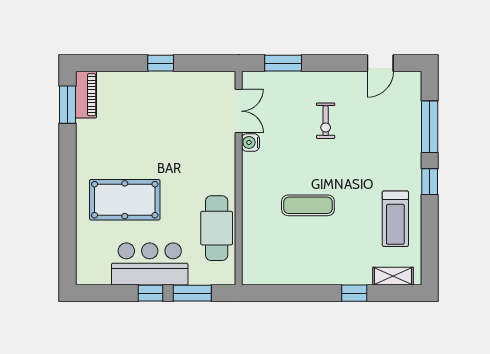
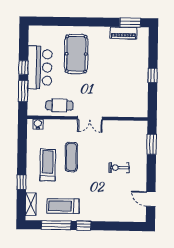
piano: (86, 95) -> (123, 33), moved
double door: (239, 111) -> (90, 118), moved
window: (430, 127) -> (56, 225), moved
water cooler: (250, 142) -> (38, 124), moved
cafe table: (217, 228) -> (59, 105), width x0.73, depth x0.74
treadmill: (323, 247) -> (48, 165), added

